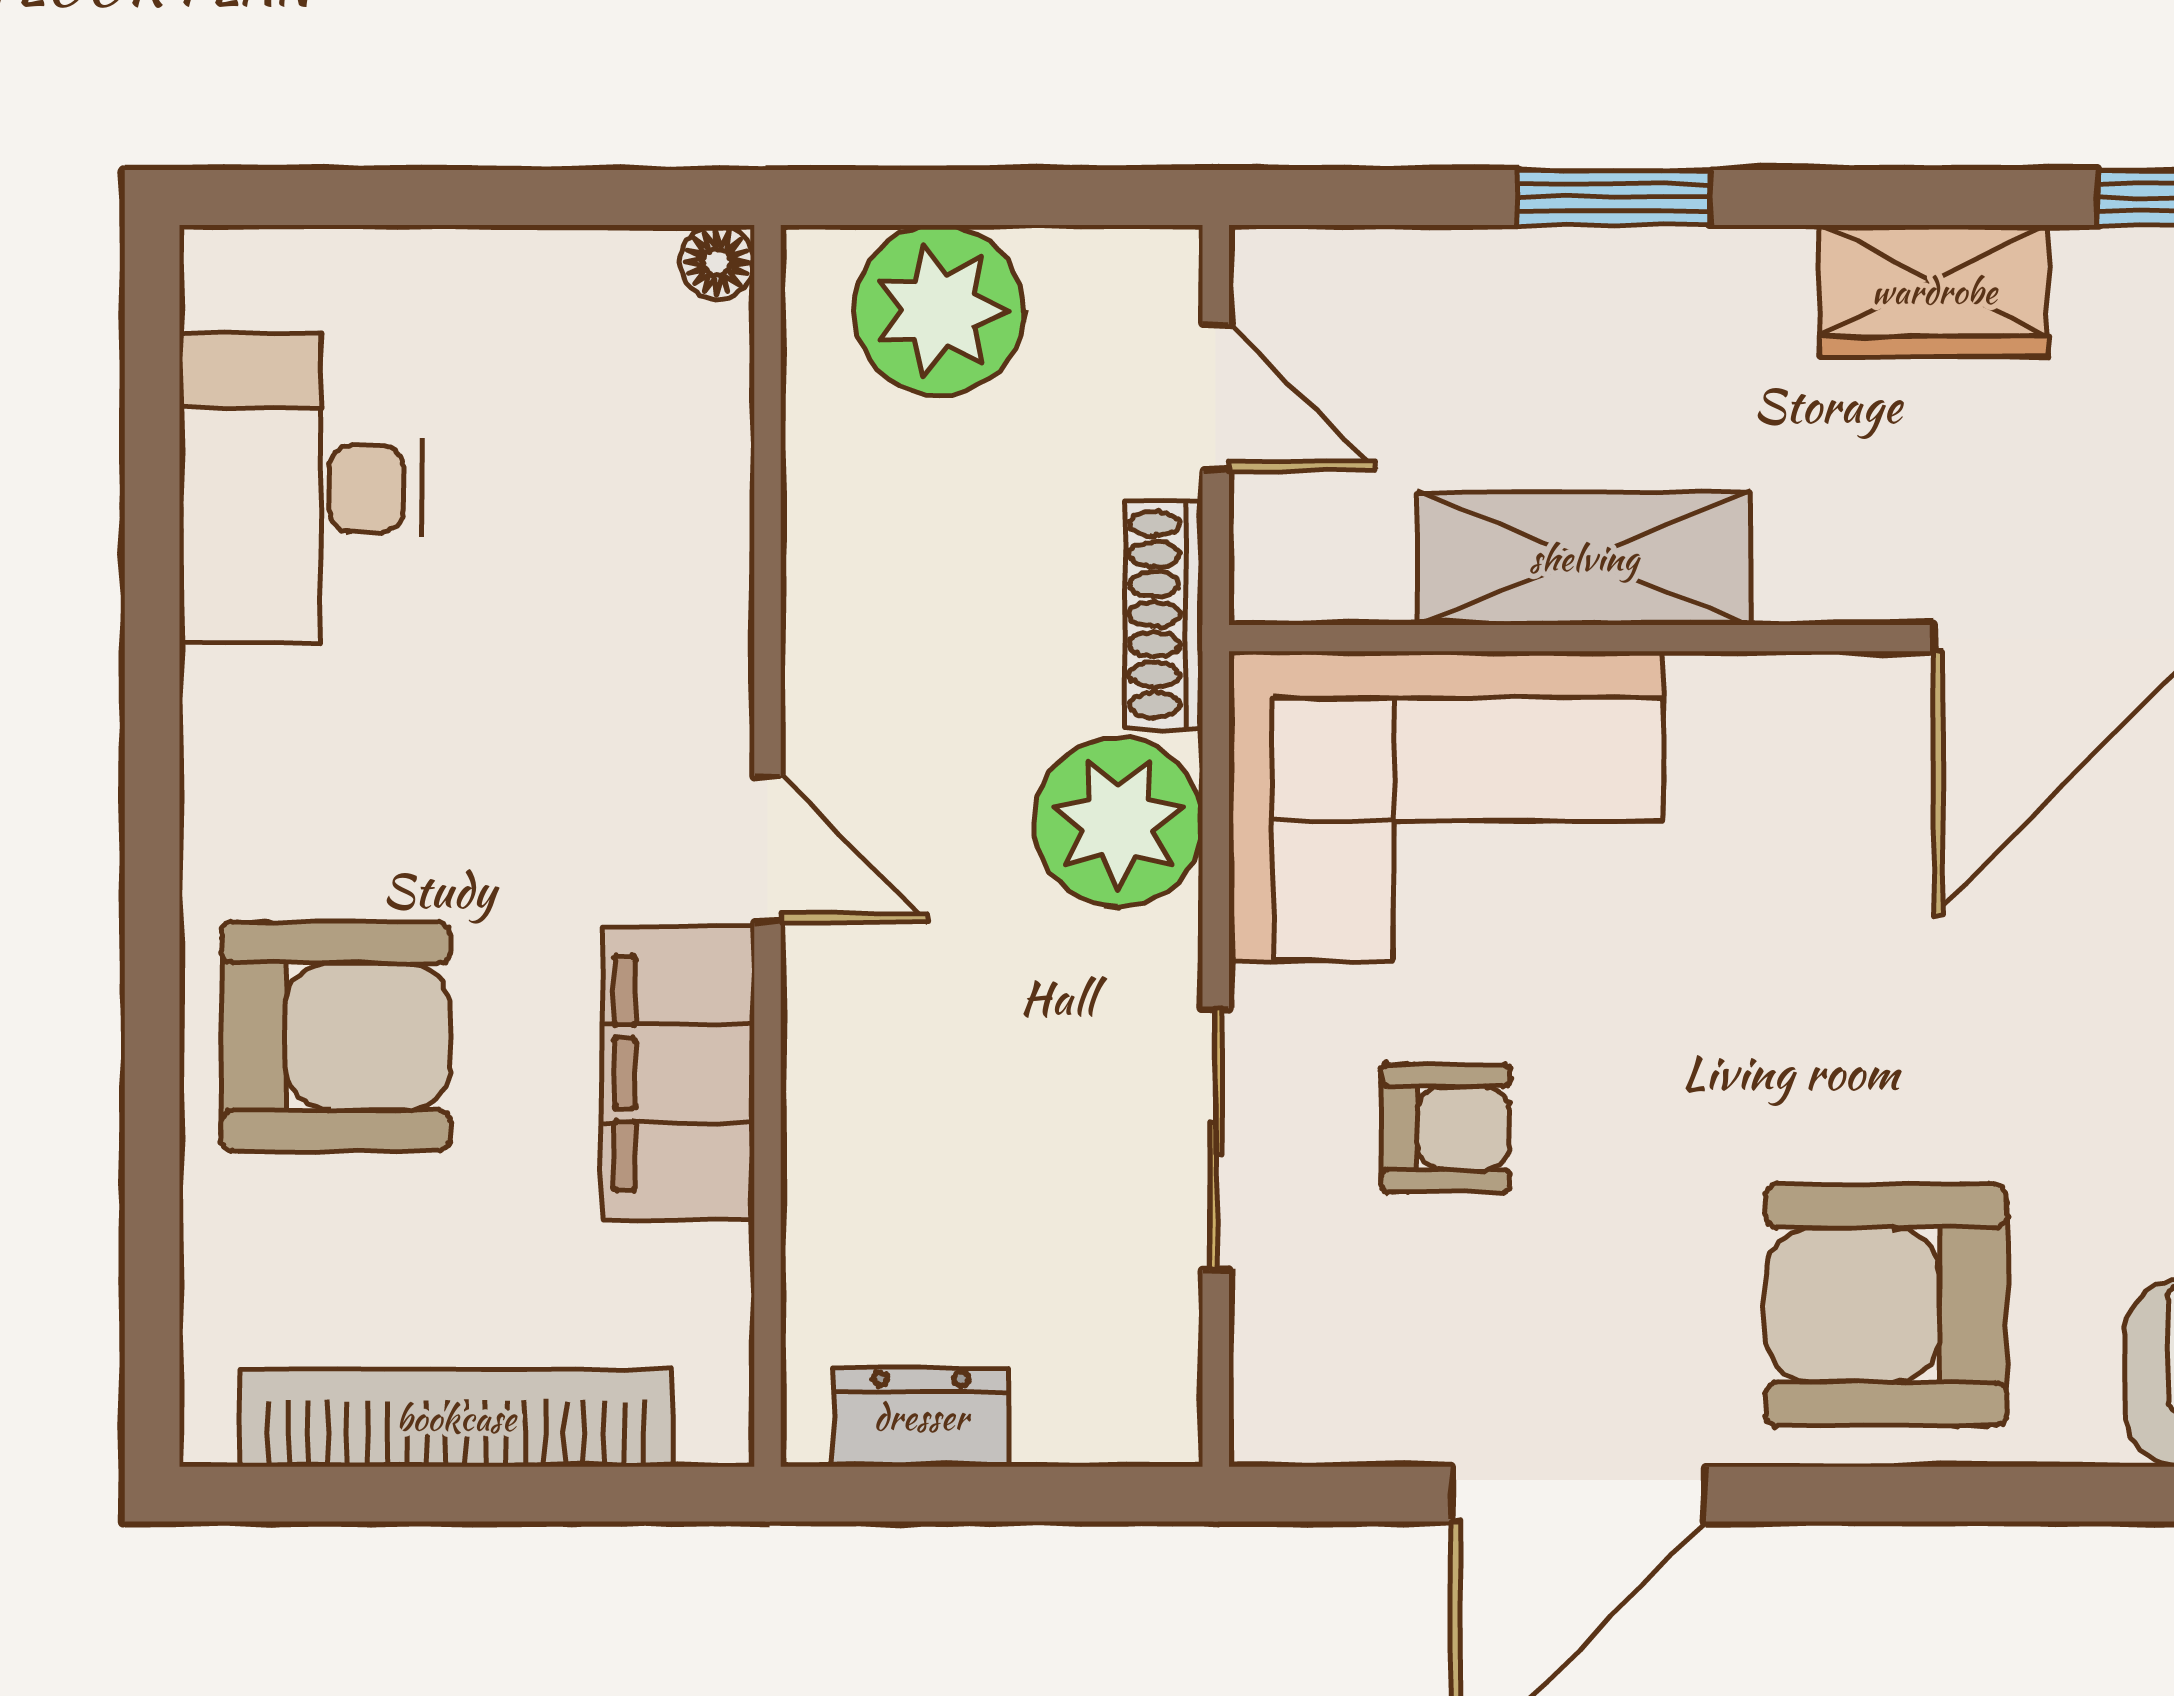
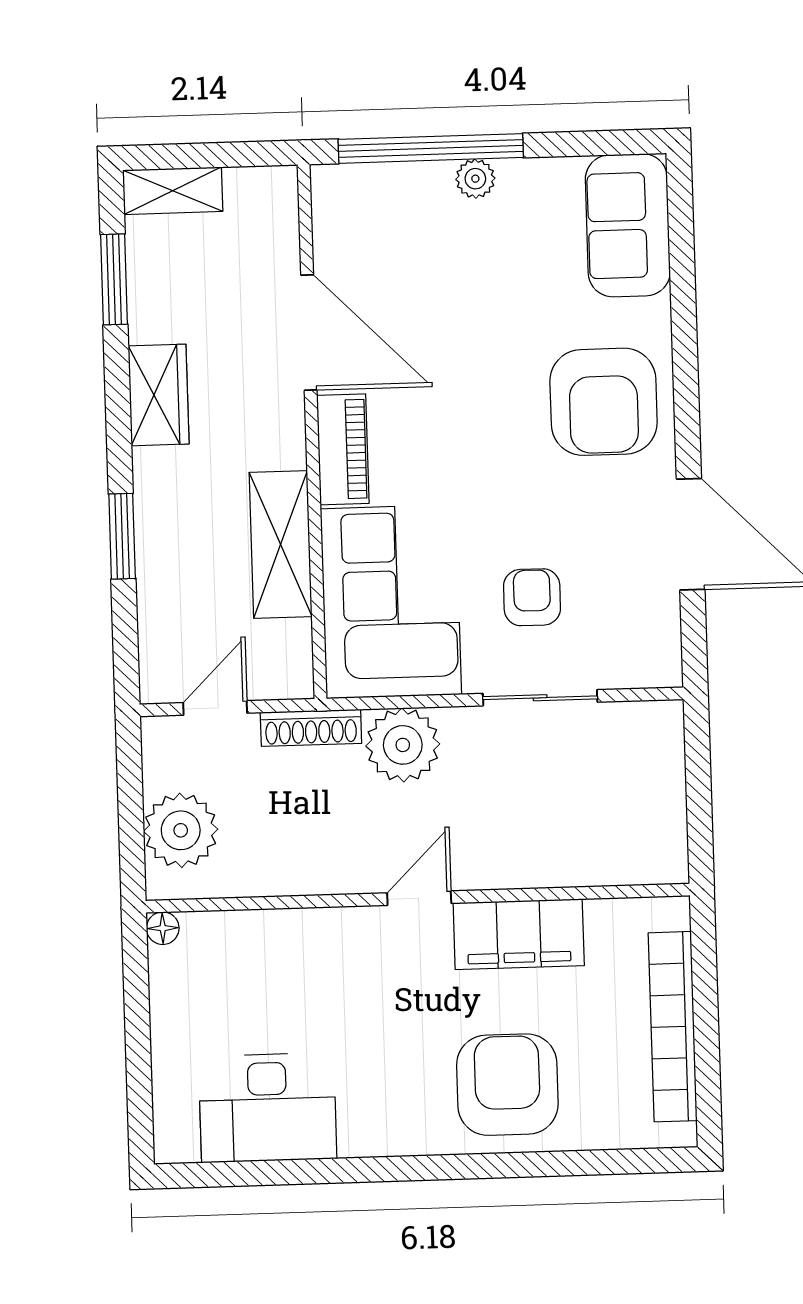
piano: (1796, 707) -> (343, 449), added
dresser: (921, 1417) -> (666, 823), removed

